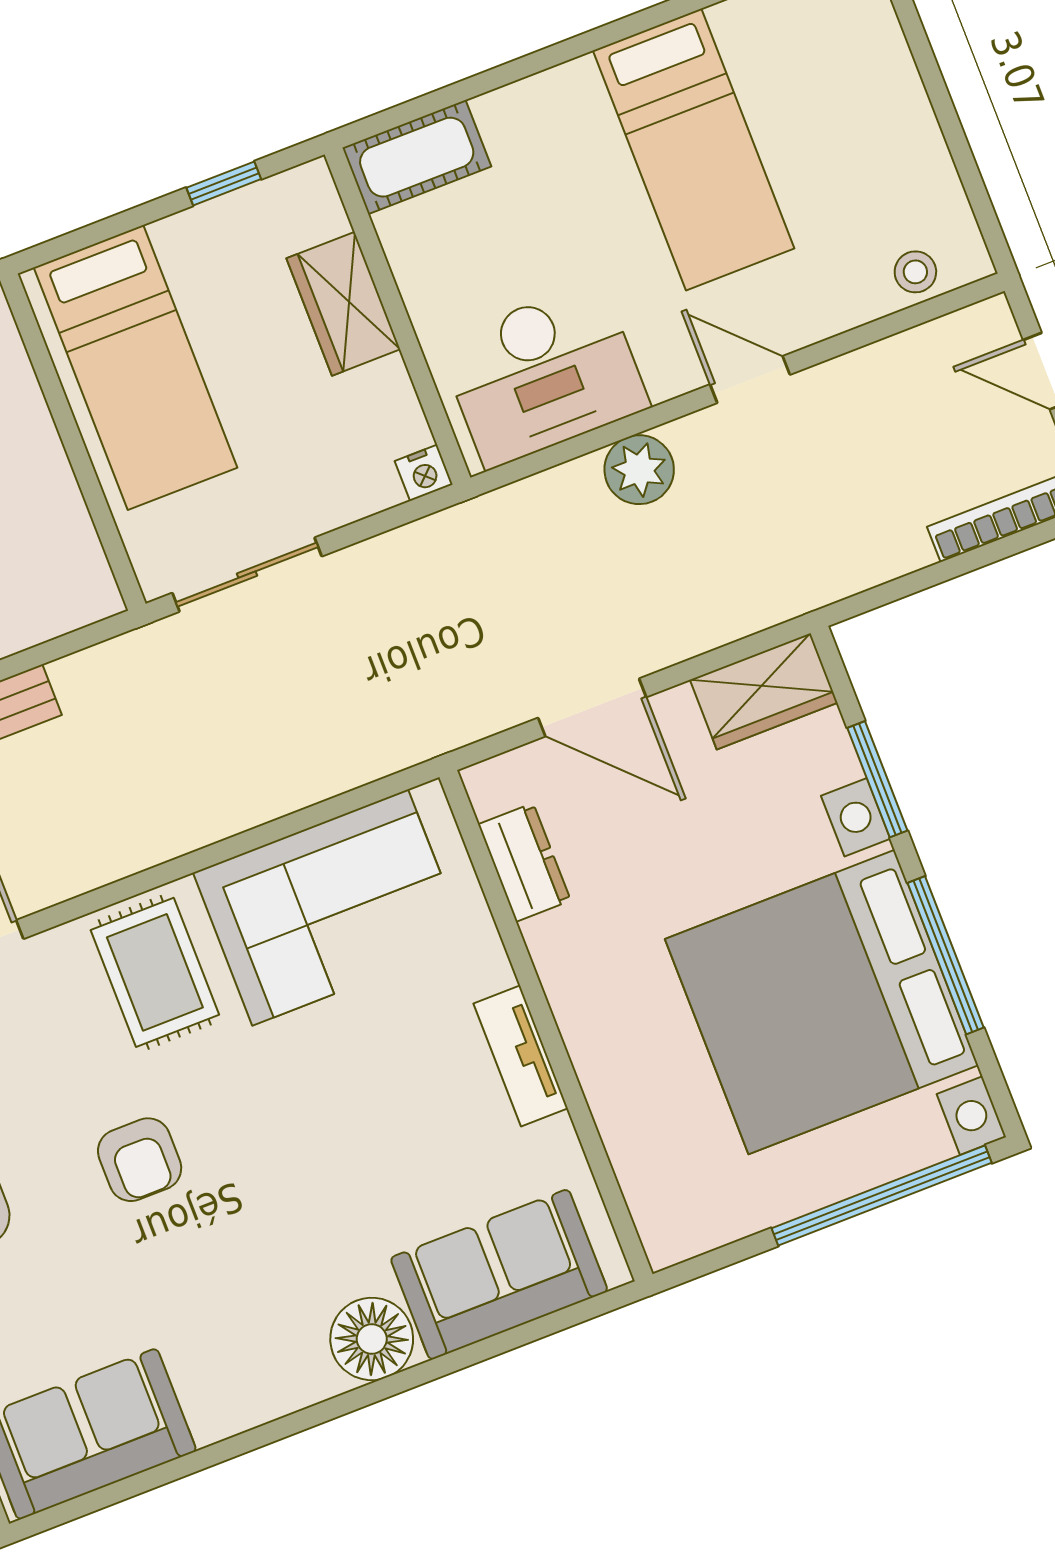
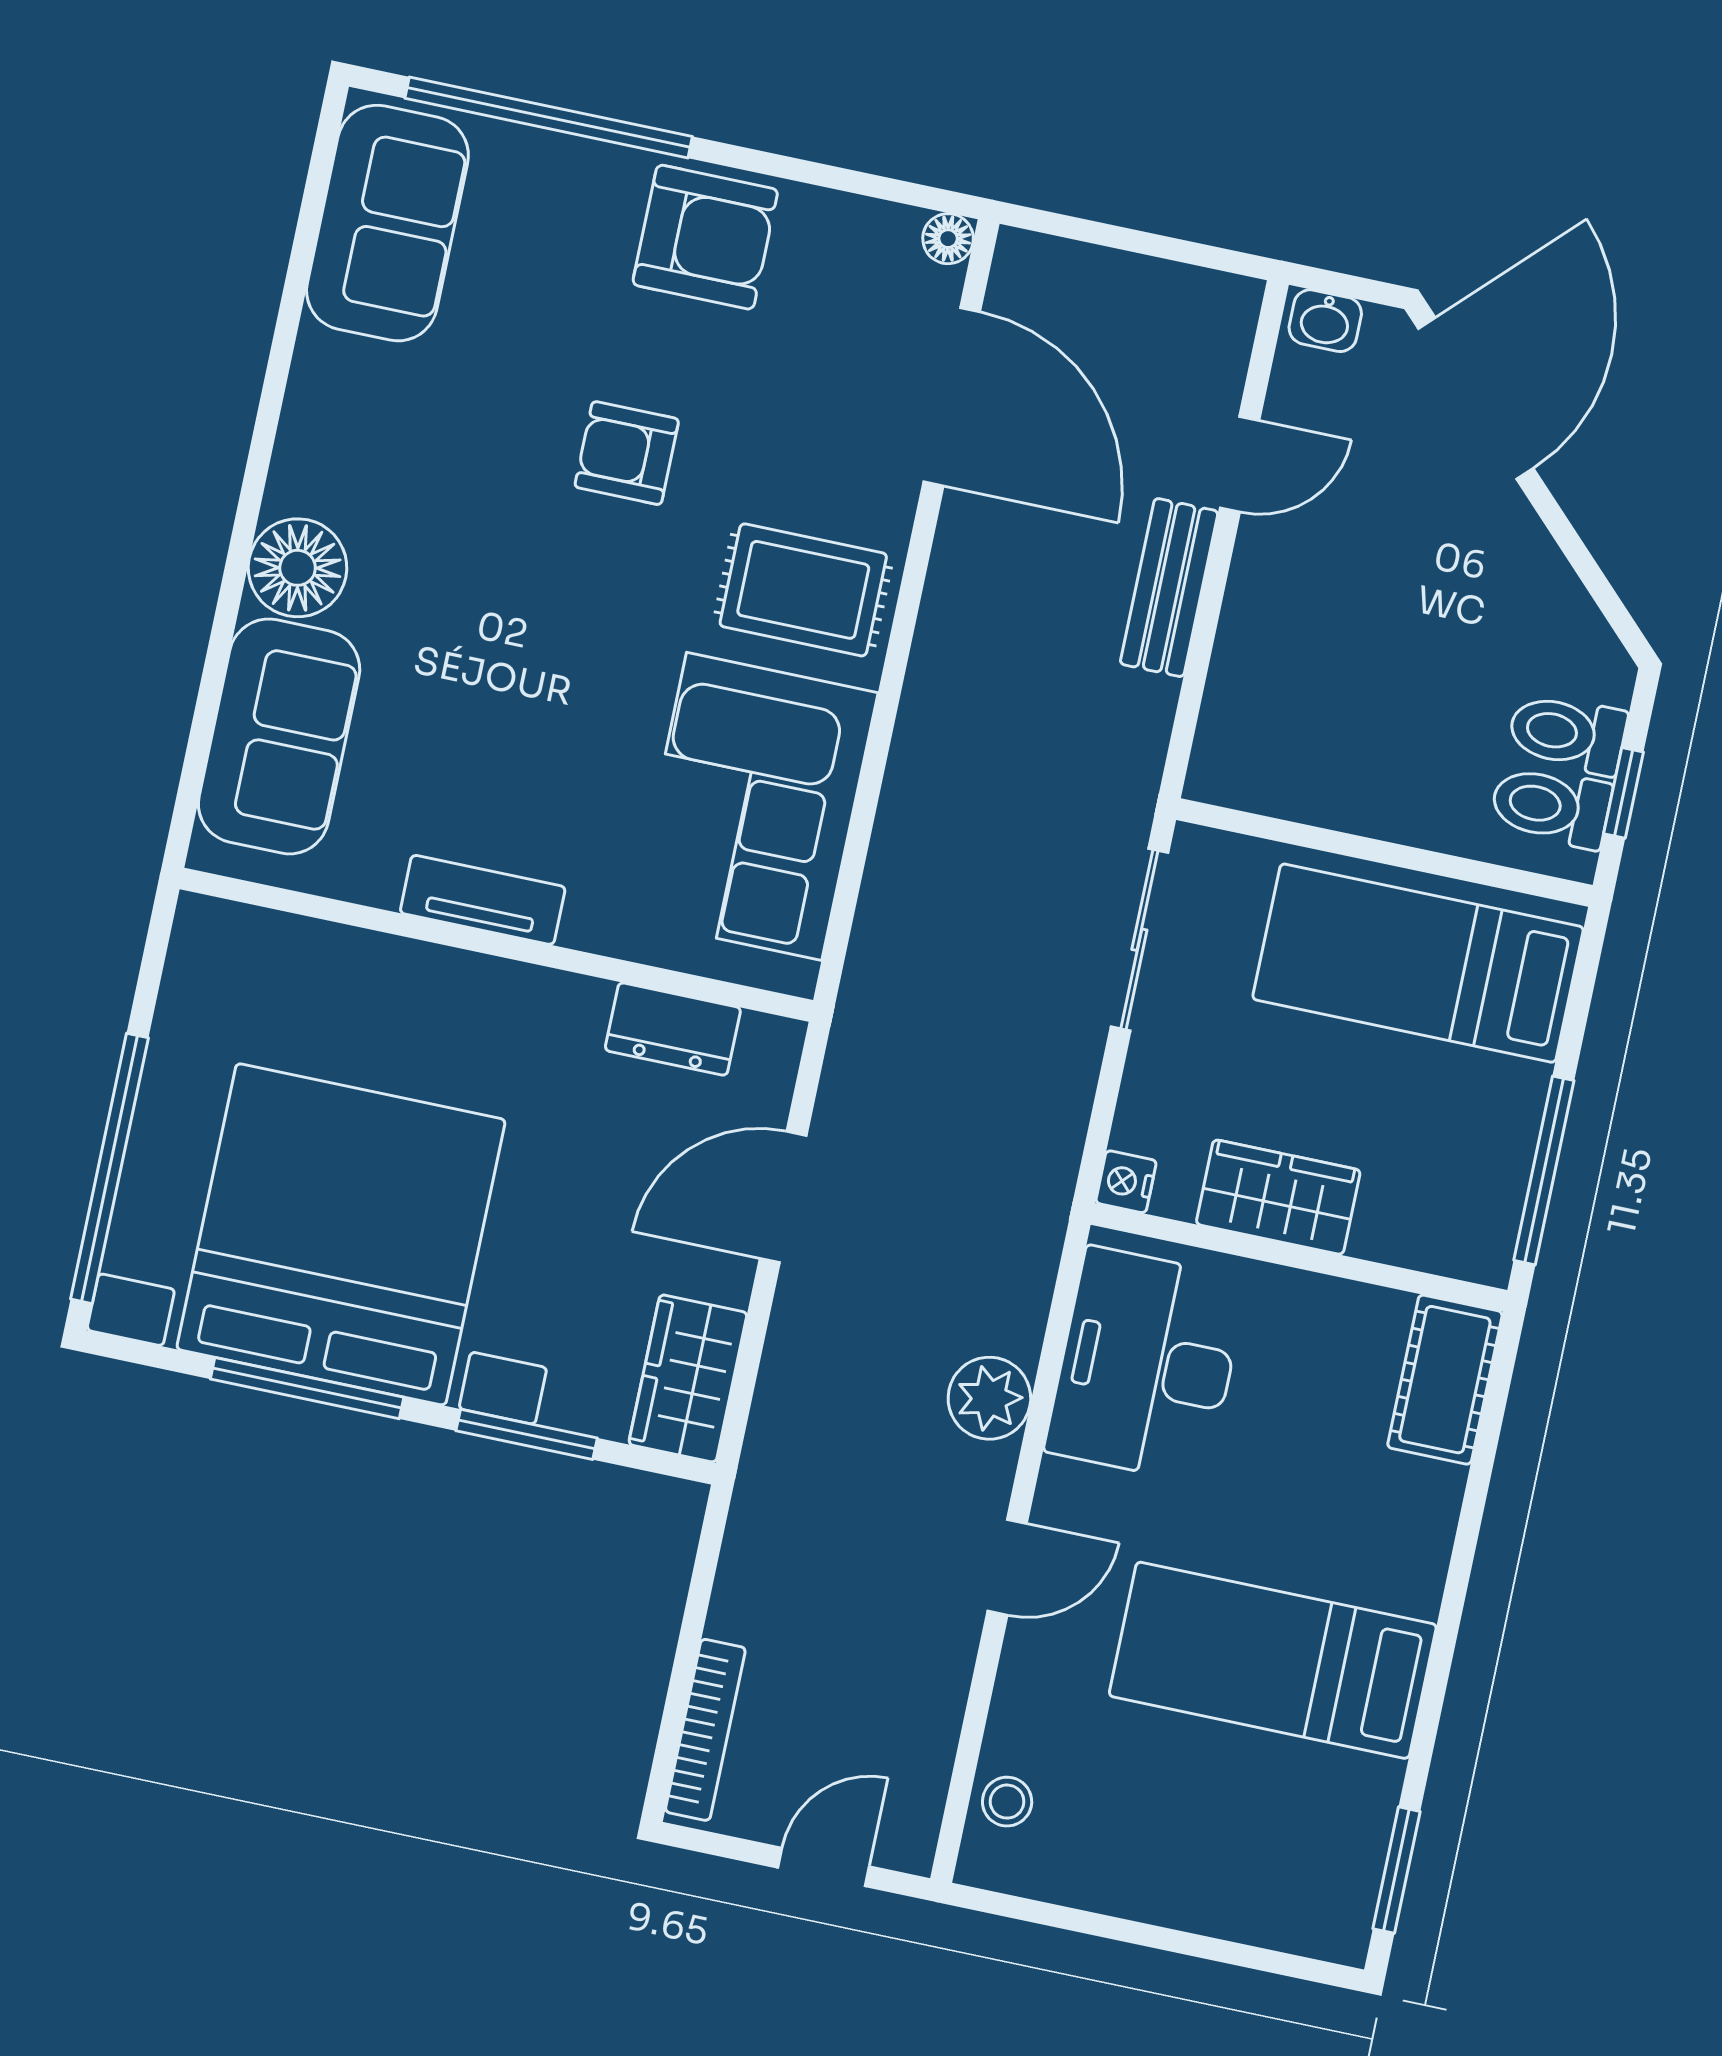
window: (224, 183) -> (1544, 1170), width x2.17
wardrobe: (343, 304) -> (1278, 1197), moved

